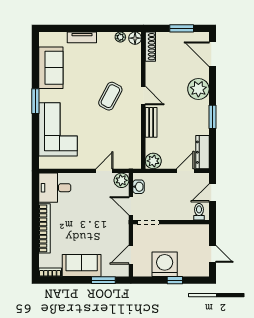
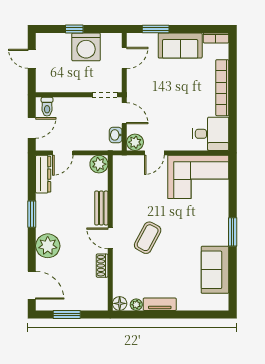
tv unit: (82, 37) -> (160, 304), moved
shoe rack: (150, 47) -> (102, 266), moved, width x0.70
corner sofa: (58, 129) -> (198, 177), moved, turned -90

